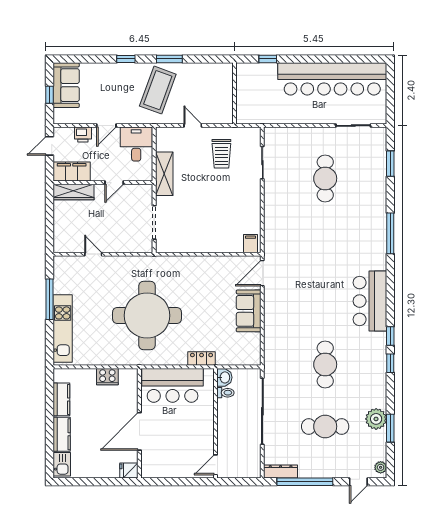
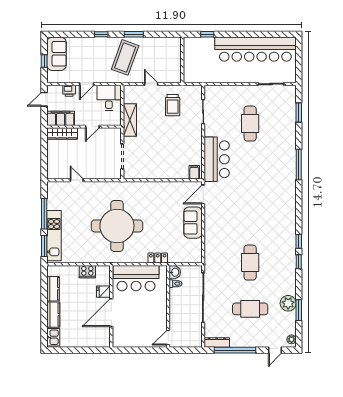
bar counter: (370, 301) -> (217, 159), moved, turned 180
window: (49, 342) -> (44, 246), added
fridge: (129, 470) -> (103, 292), moved

